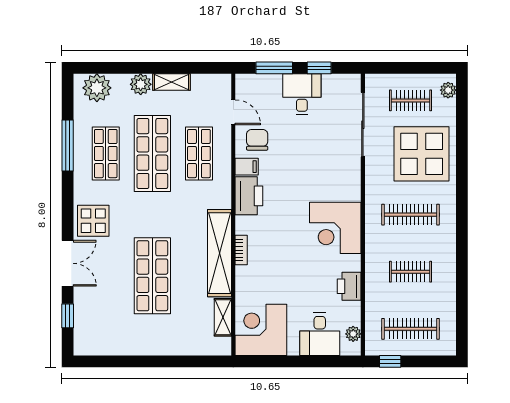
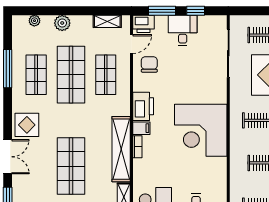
shelving: (172, 82) -> (107, 21), moved
plant: (97, 88) -> (34, 21), width x0.53, depth x0.53
door: (233, 112) -> (131, 44), hinge flipped
filing cabinet: (247, 167) -> (141, 128), moved
corner desk: (335, 228) -> (201, 130), width x1.36, depth x1.36
printer: (349, 286) -> (144, 24), moved, turned -90

